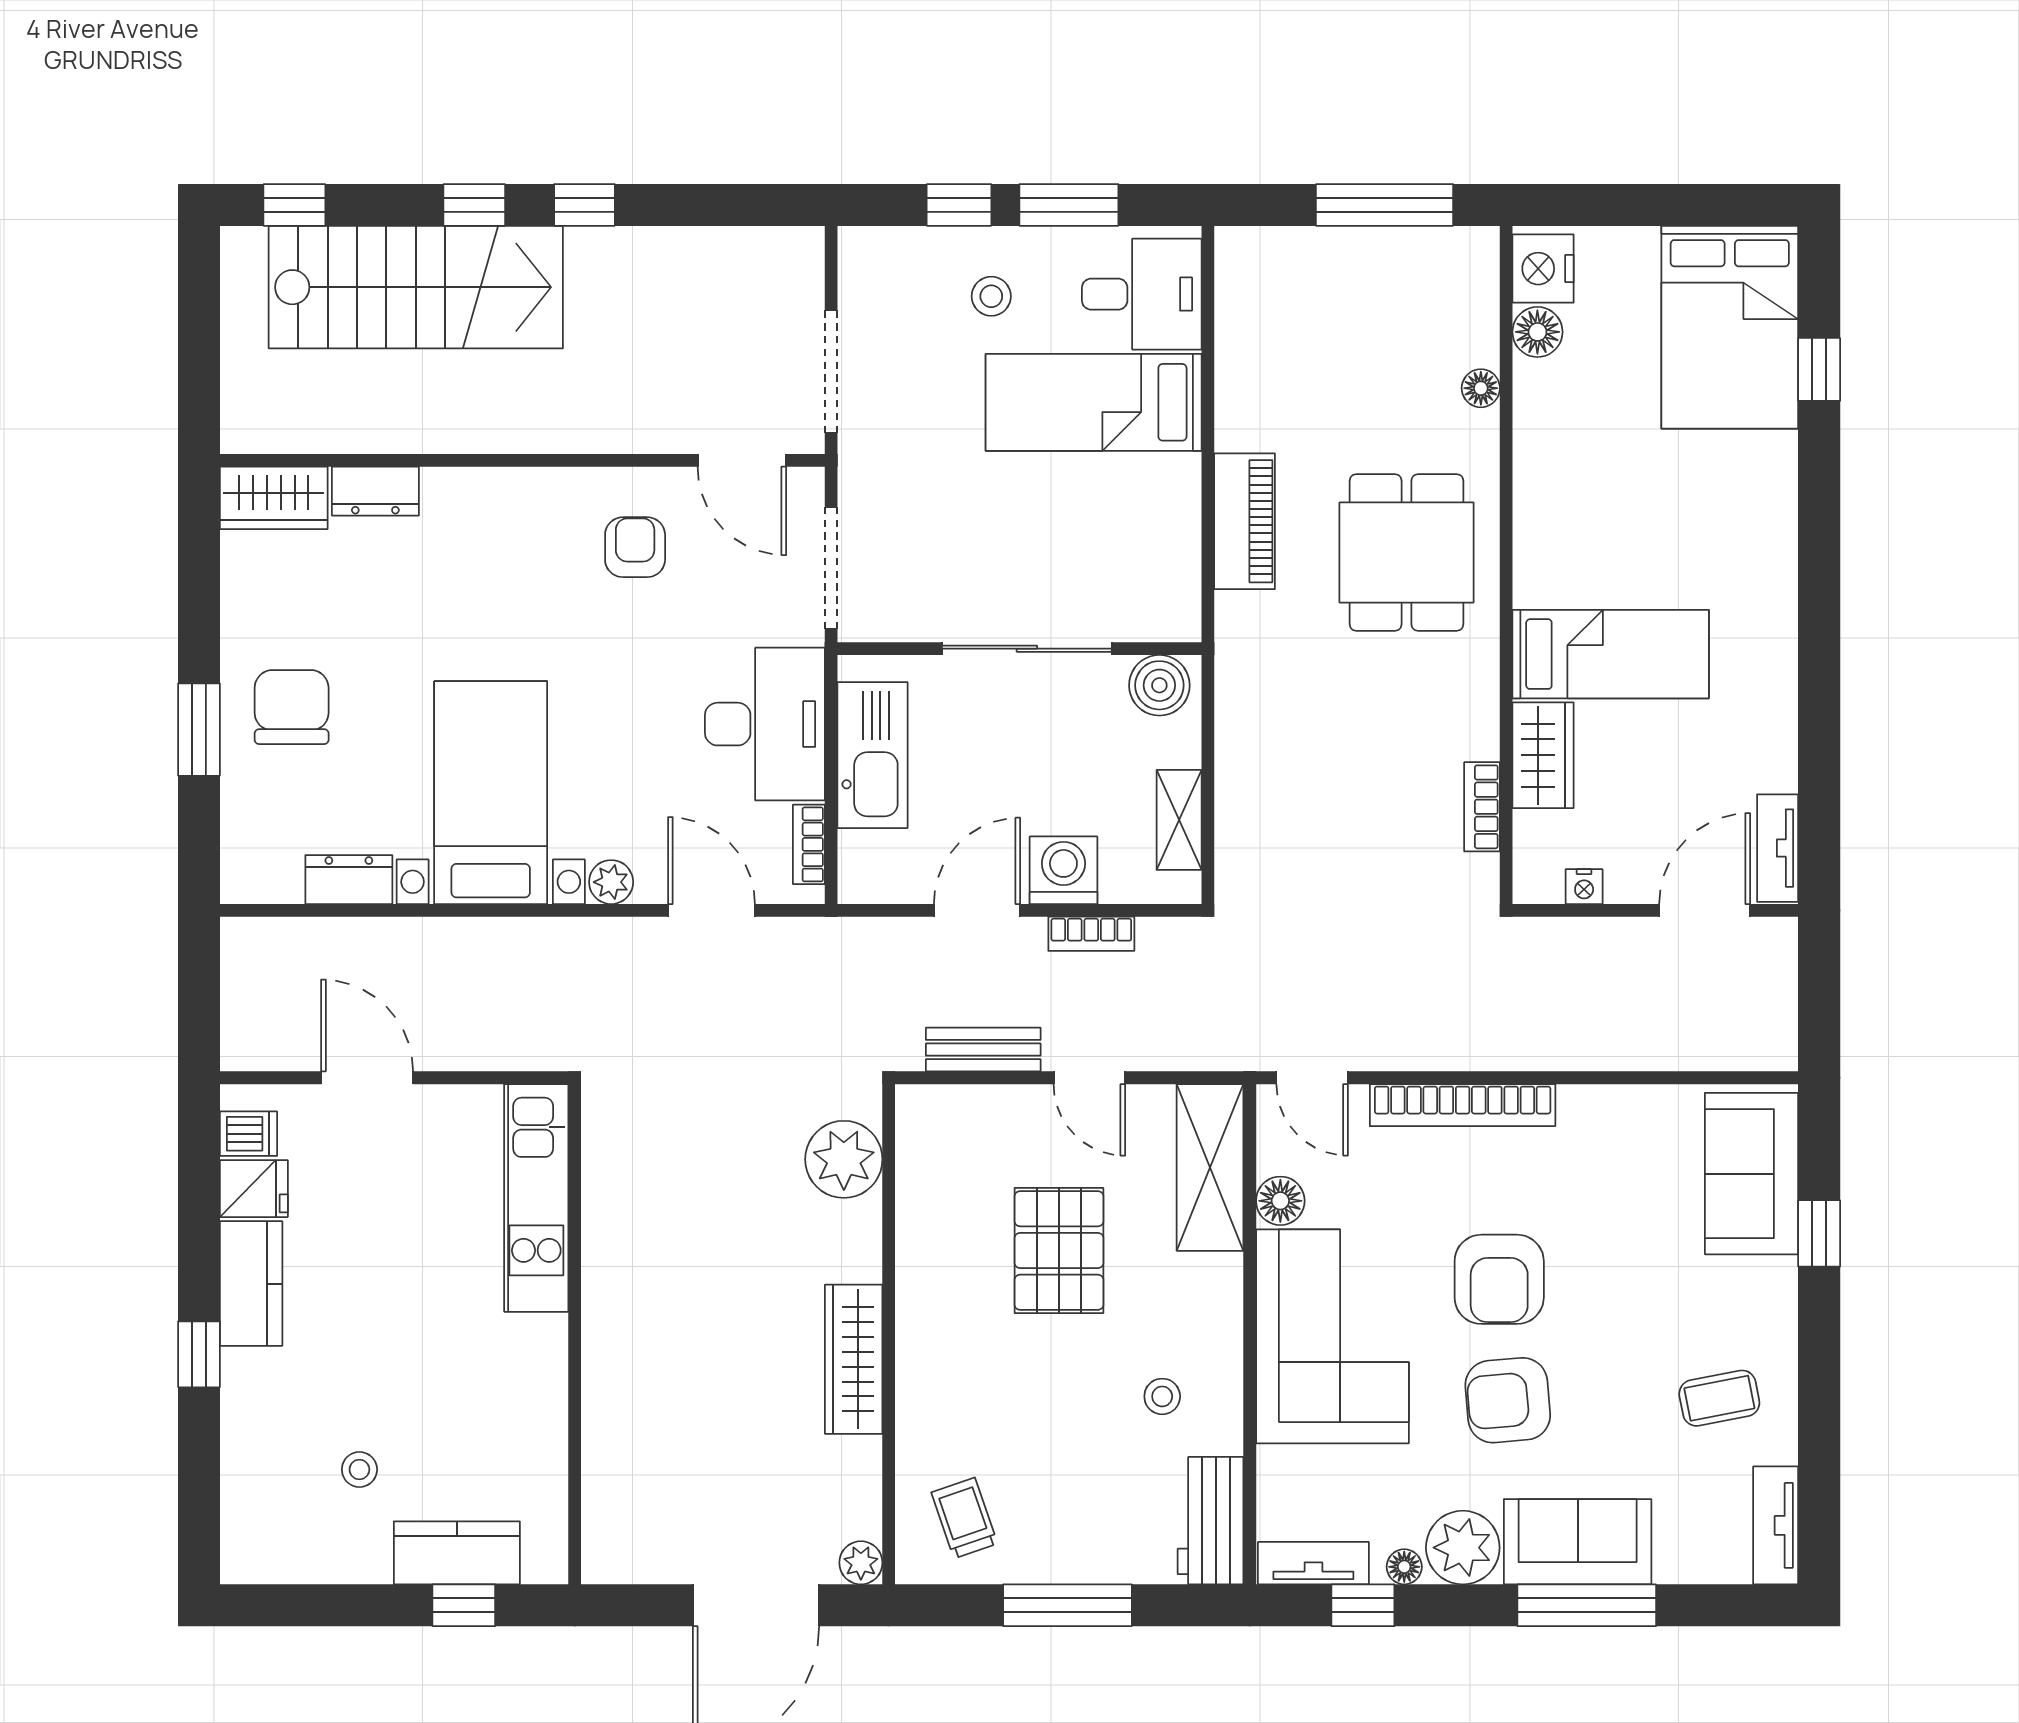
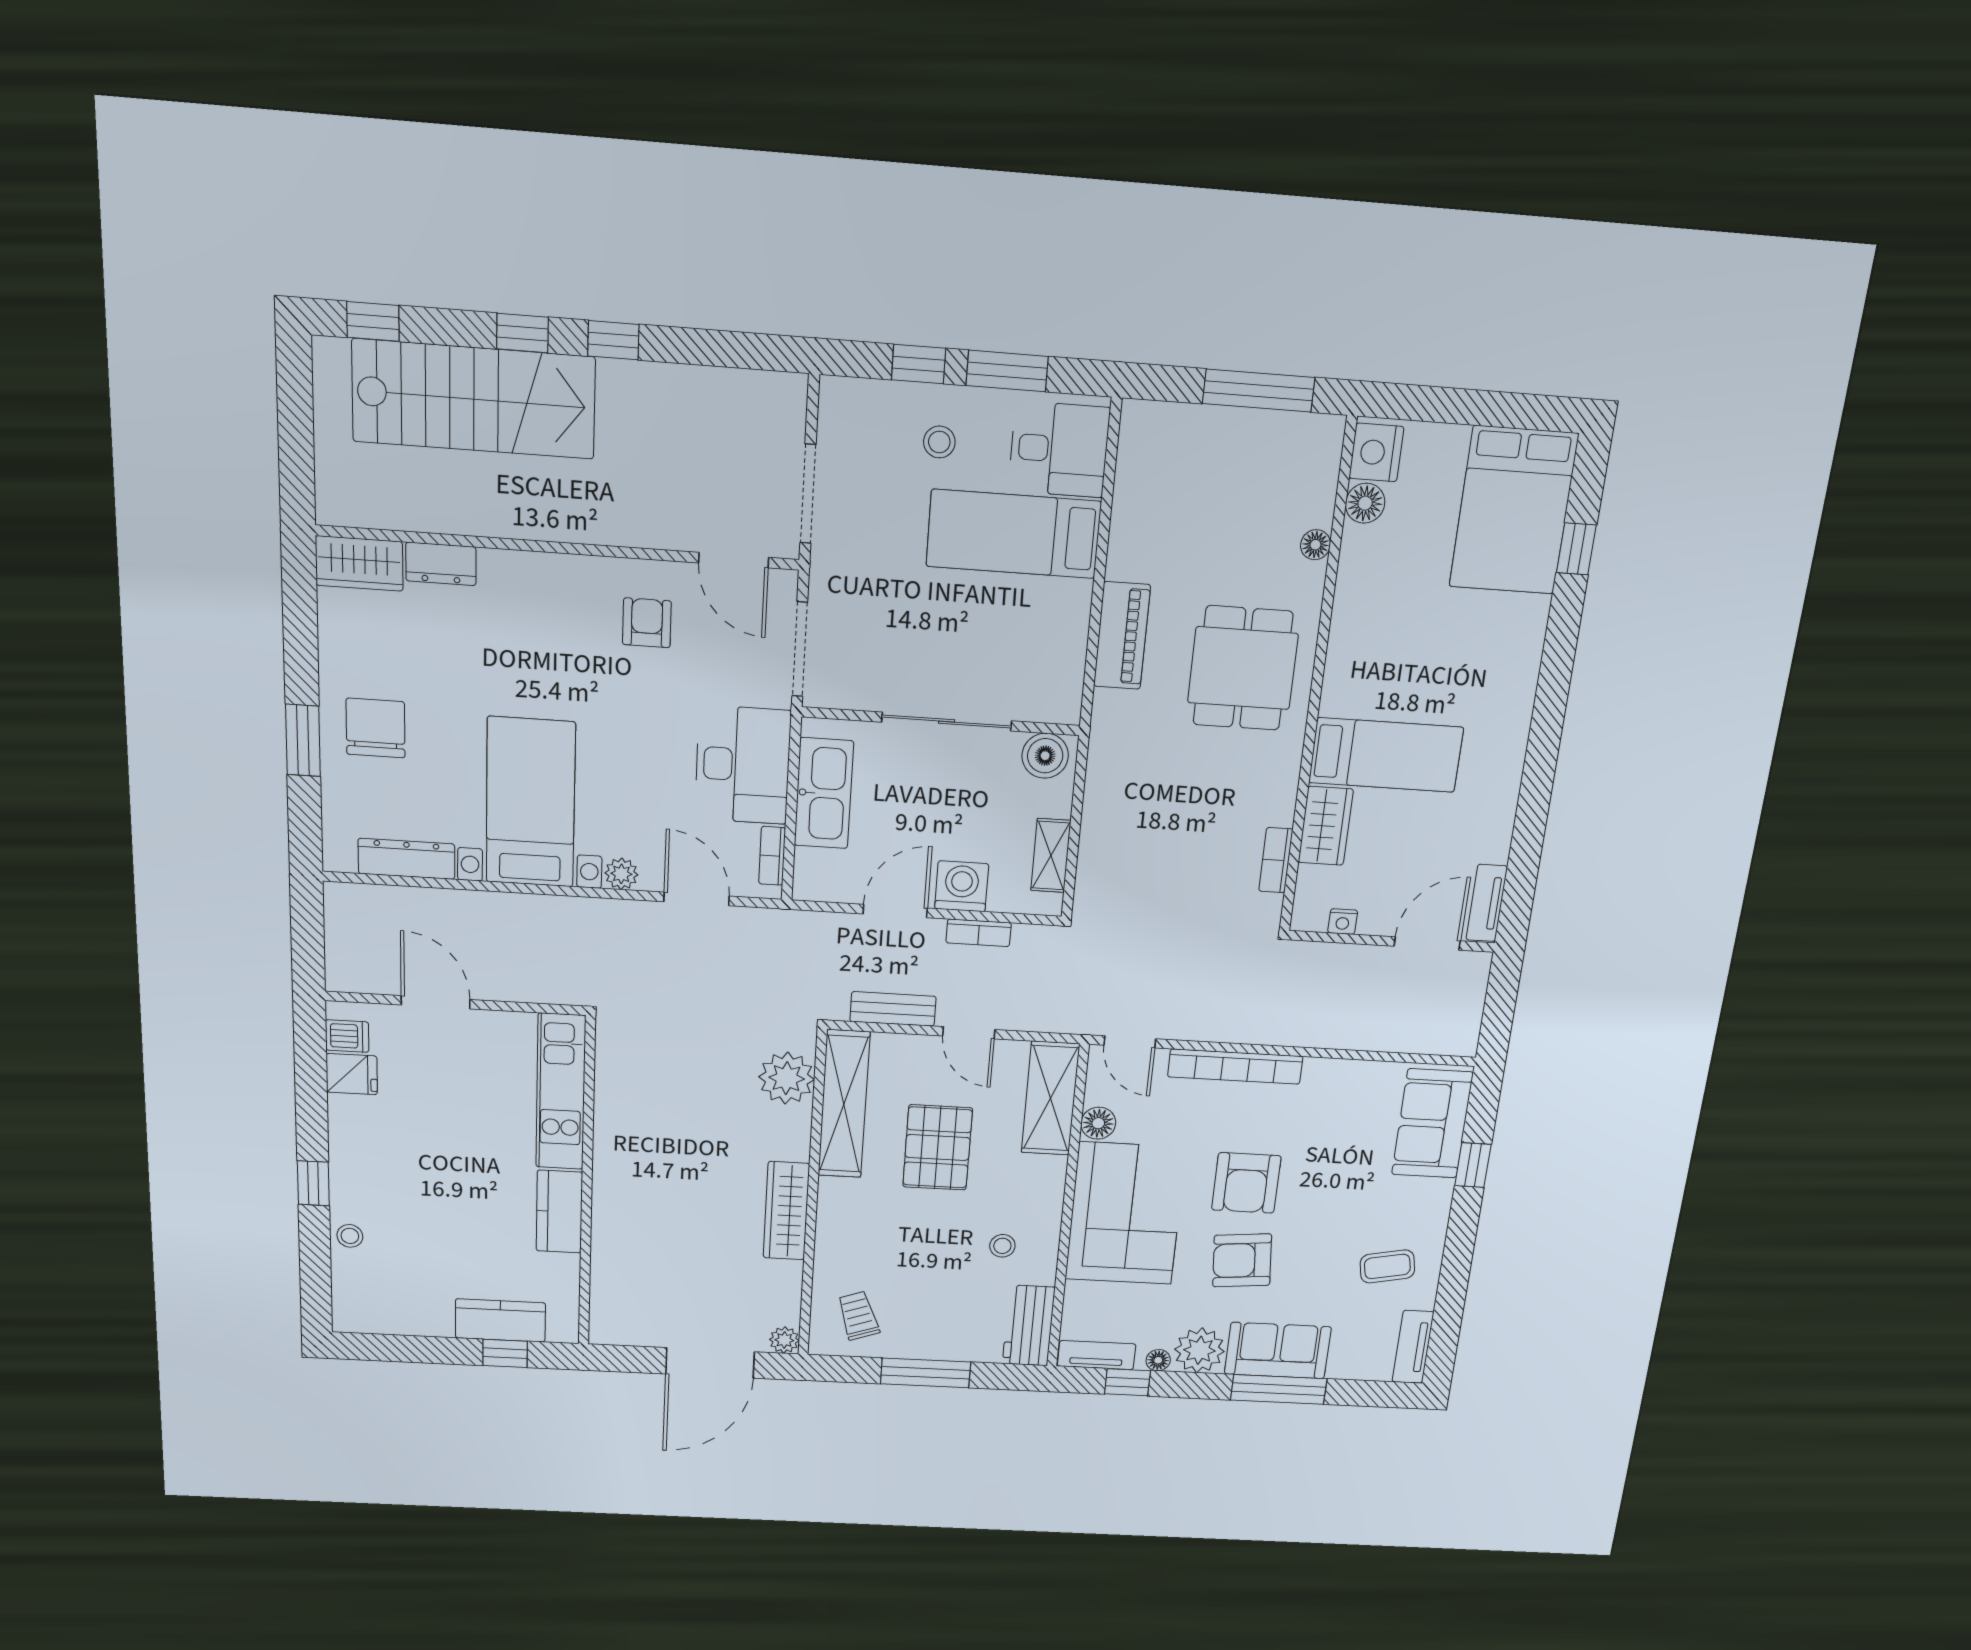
dresser: (349, 880) -> (407, 859), width x1.44
shelving: (925, 1193) -> (844, 1104), added
kitchen counter: (251, 1284) -> (559, 1212), moved, turned 180
stool: (359, 1469) -> (350, 1236), moved

